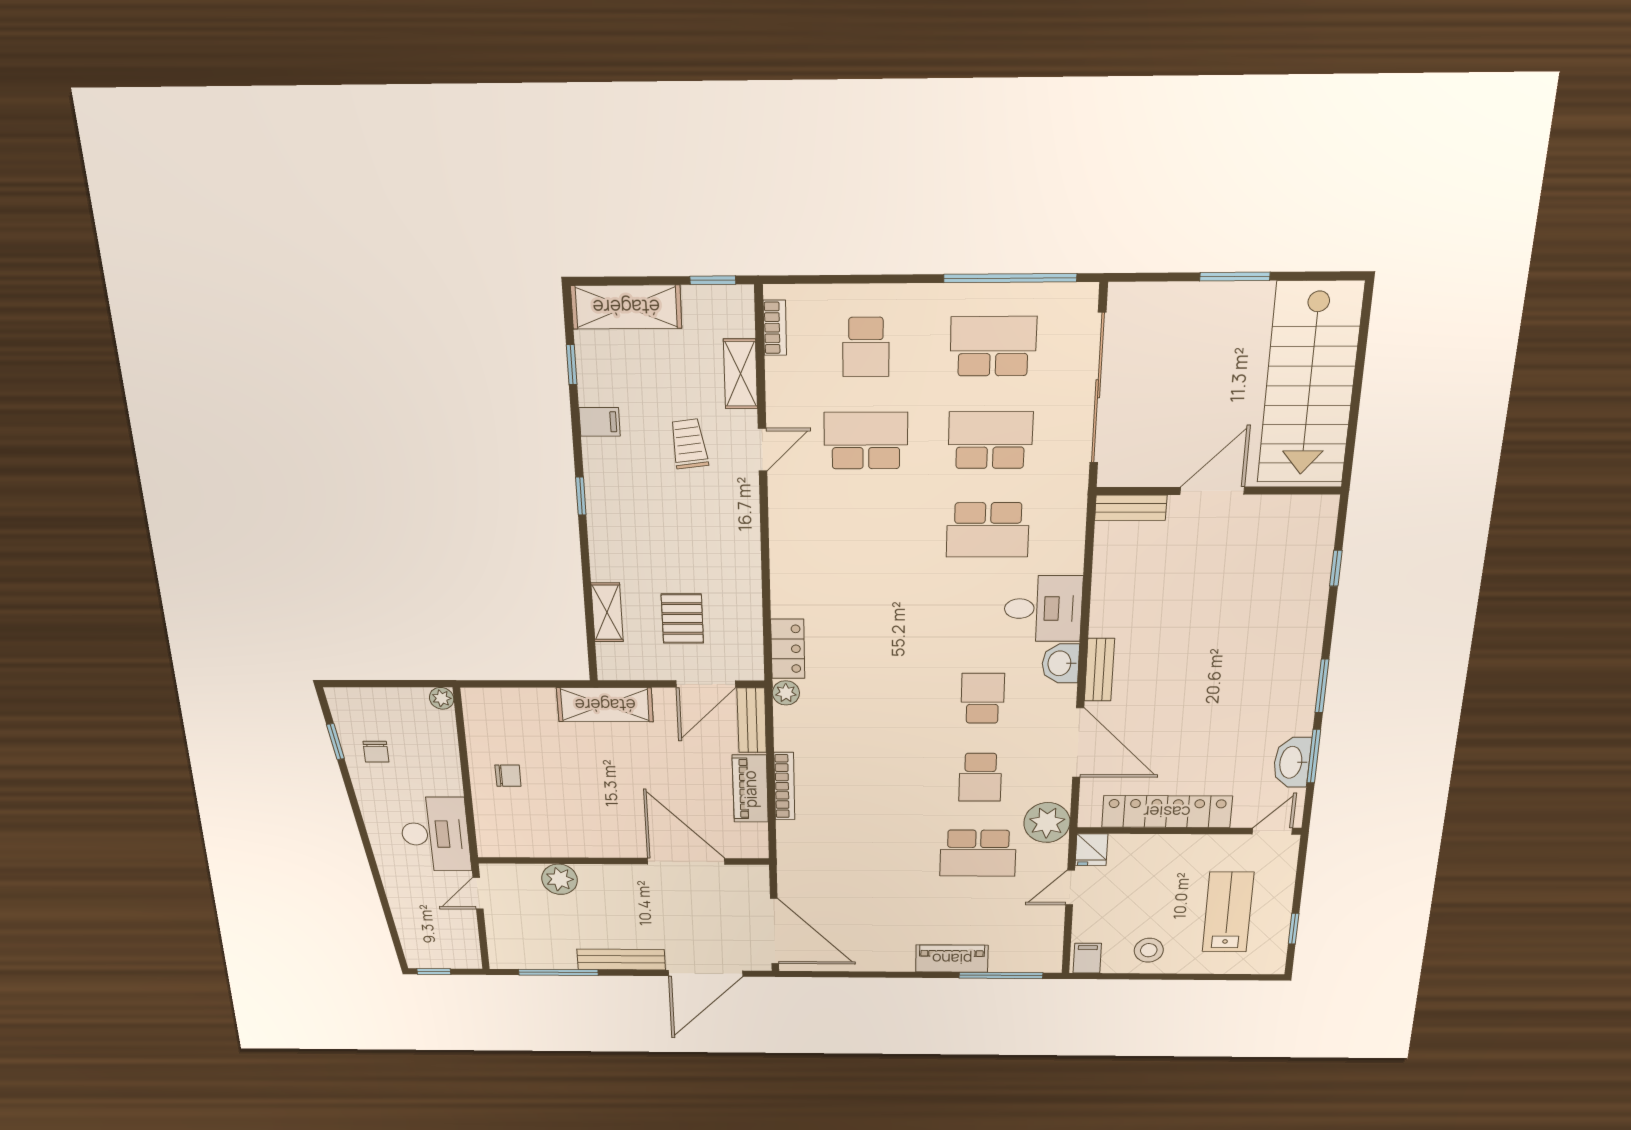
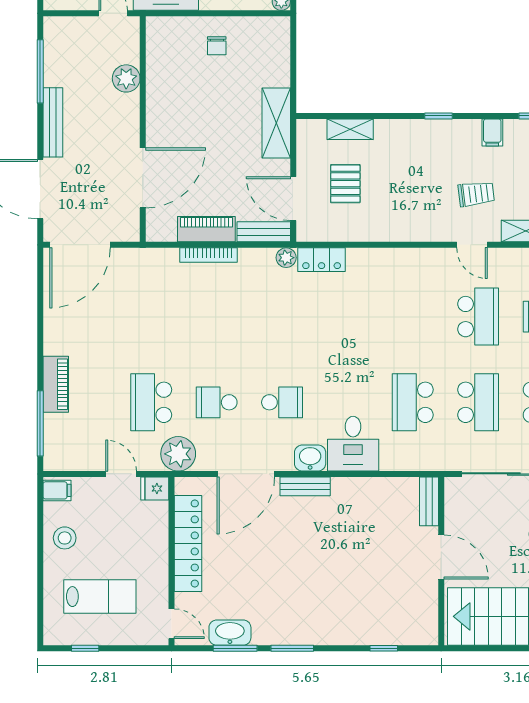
pallet: (682, 619) -> (345, 184), turned 90

